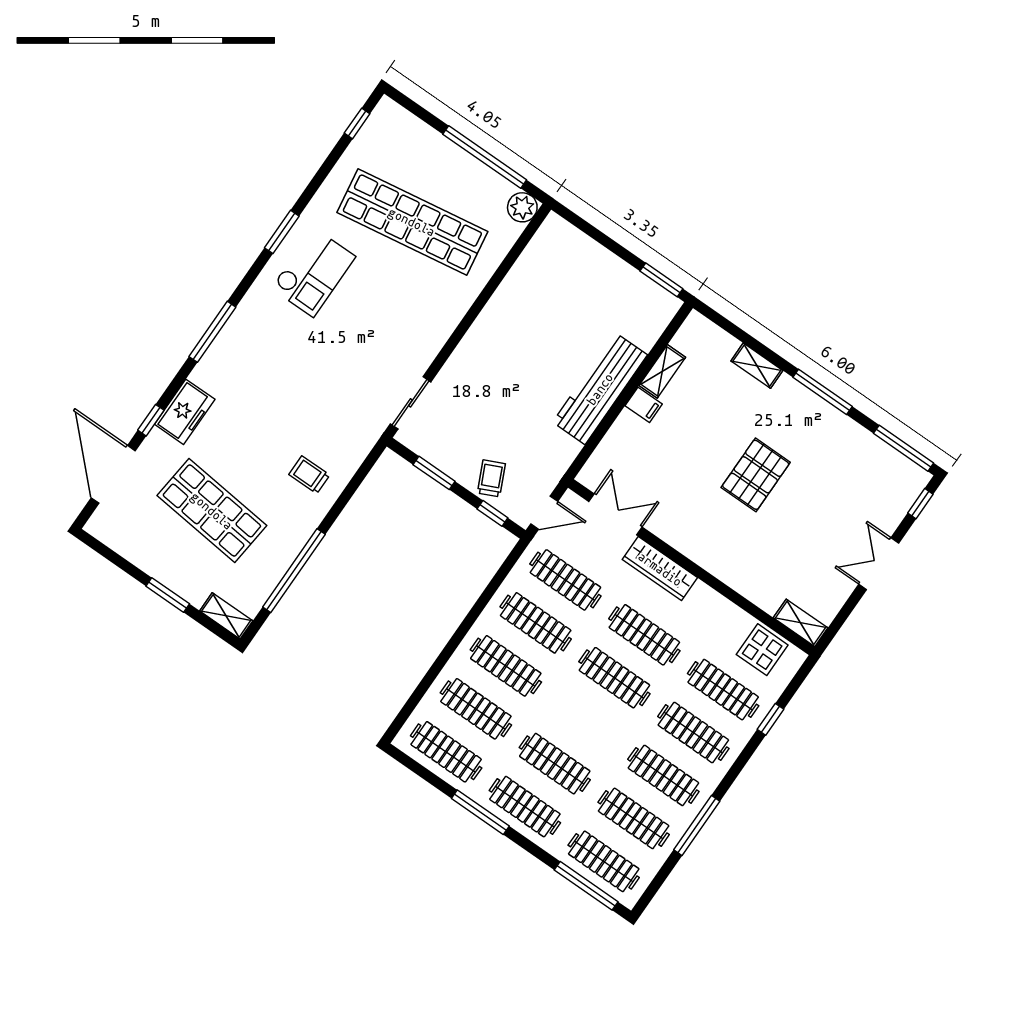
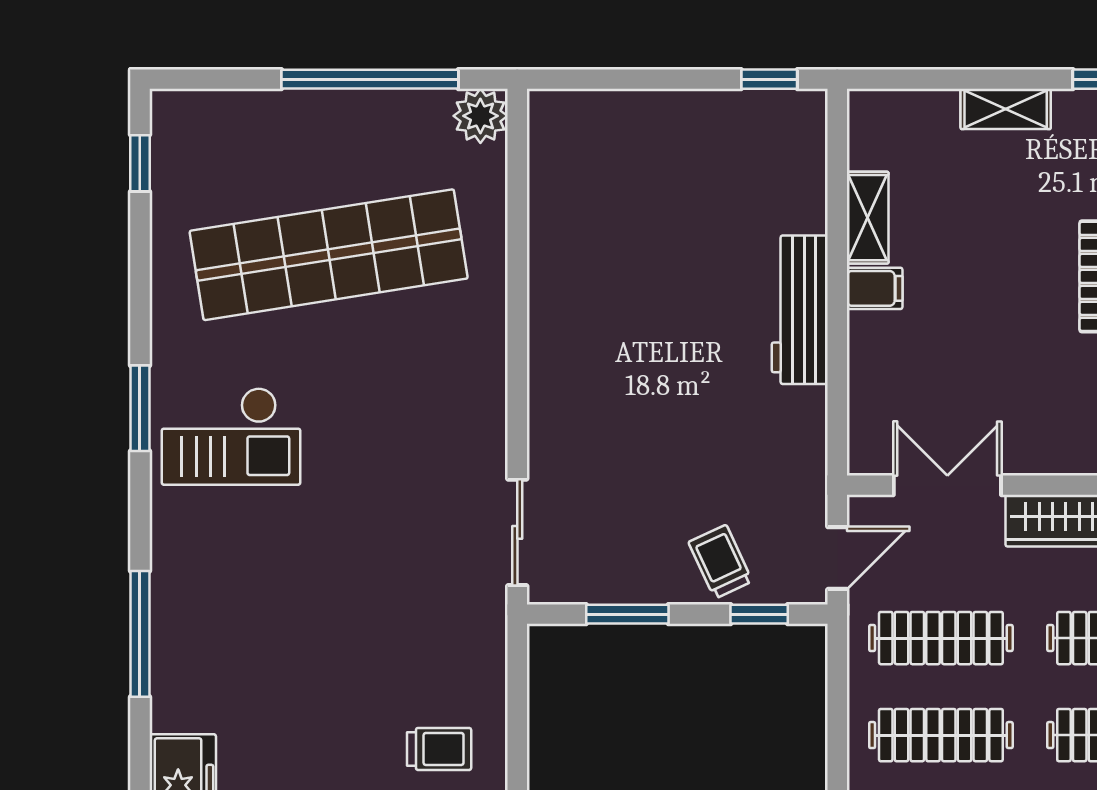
checkout: (313, 272) -> (231, 436), turned 90
window: (661, 280) -> (769, 79), width x0.67
workbench: (600, 389) -> (800, 310), width x0.73, depth x0.76
trolley: (309, 475) -> (439, 749), turned 180

